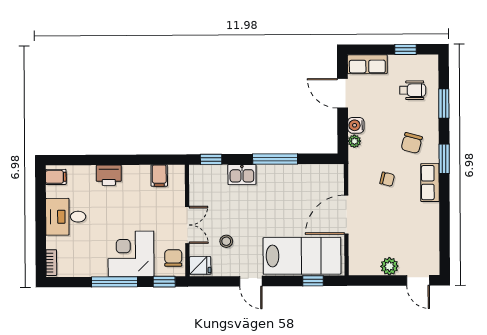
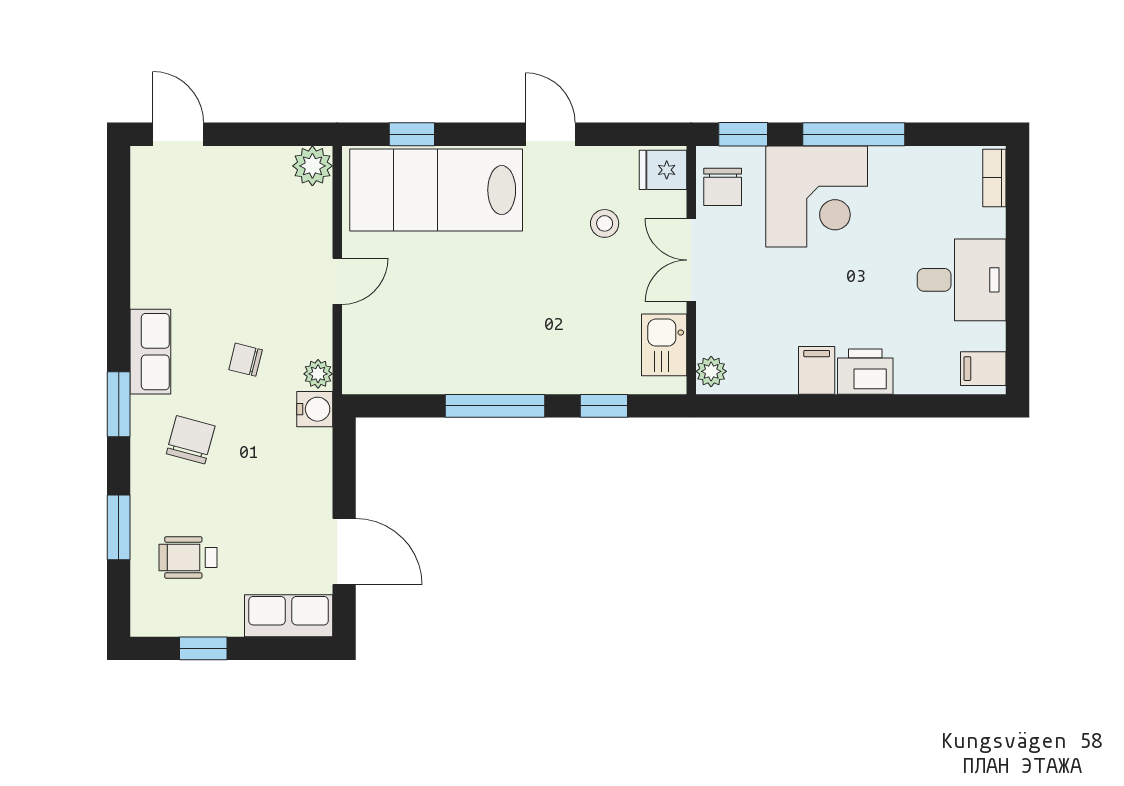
water cooler: (356, 125) -> (315, 409), moved
plant: (354, 141) -> (318, 374), moved
window: (211, 159) -> (604, 406), moved
kitchen sink: (242, 174) -> (664, 345), moved, turned -90
plant: (178, 175) -> (711, 371), added
filing cabinet: (159, 176) -> (817, 370), moved
door: (346, 215) -> (337, 281), width x0.53
plant: (389, 266) -> (312, 166), moved

